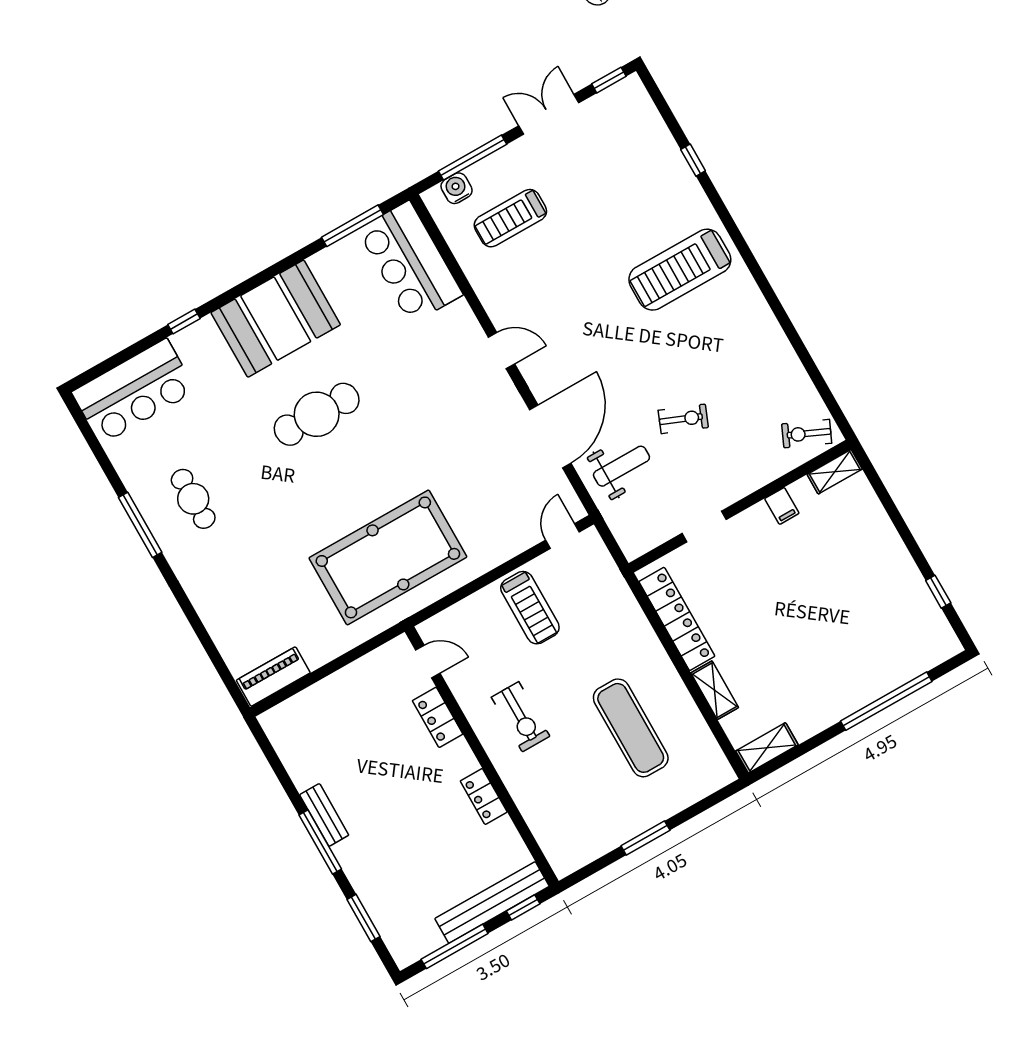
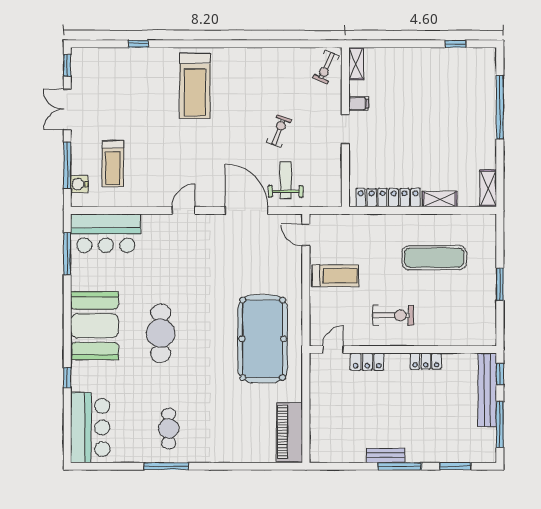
cafe table: (193, 499) -> (169, 429), turned 90
doorway: (704, 526) -> (345, 129), moved
piano: (273, 677) -> (289, 432), width x1.37, depth x1.33

